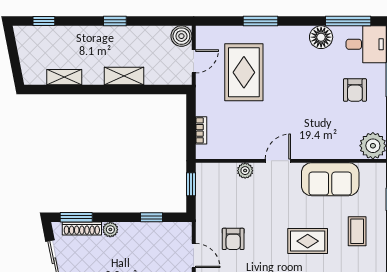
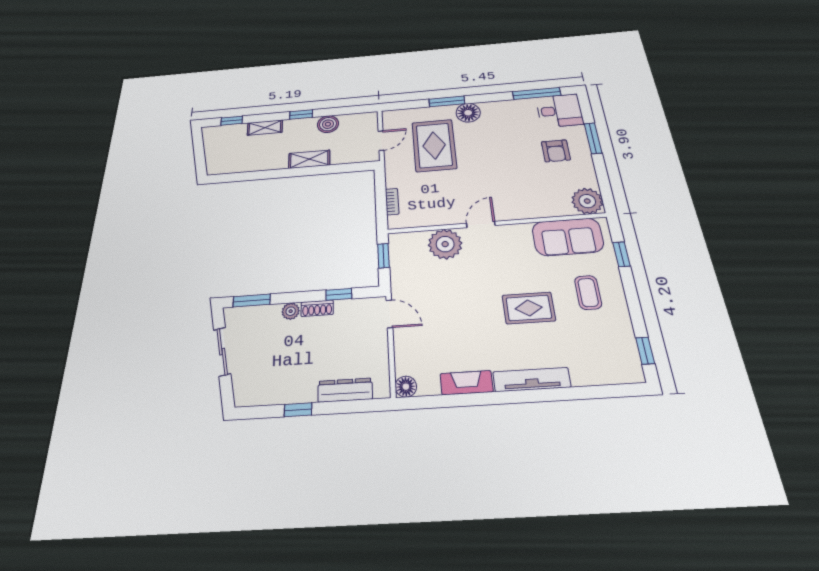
boiler: (181, 36) -> (328, 124), moved
floor lamp: (321, 37) -> (468, 113), moved
shelving: (64, 77) -> (265, 128), moved
plant: (245, 171) -> (445, 244), width x1.88, depth x1.88
sofa: (330, 179) -> (568, 237), moved
shoe rack: (82, 229) -> (317, 308), moved, width x0.70
armchair: (233, 239) -> (437, 312), removed
door: (194, 256) -> (389, 314), moved

